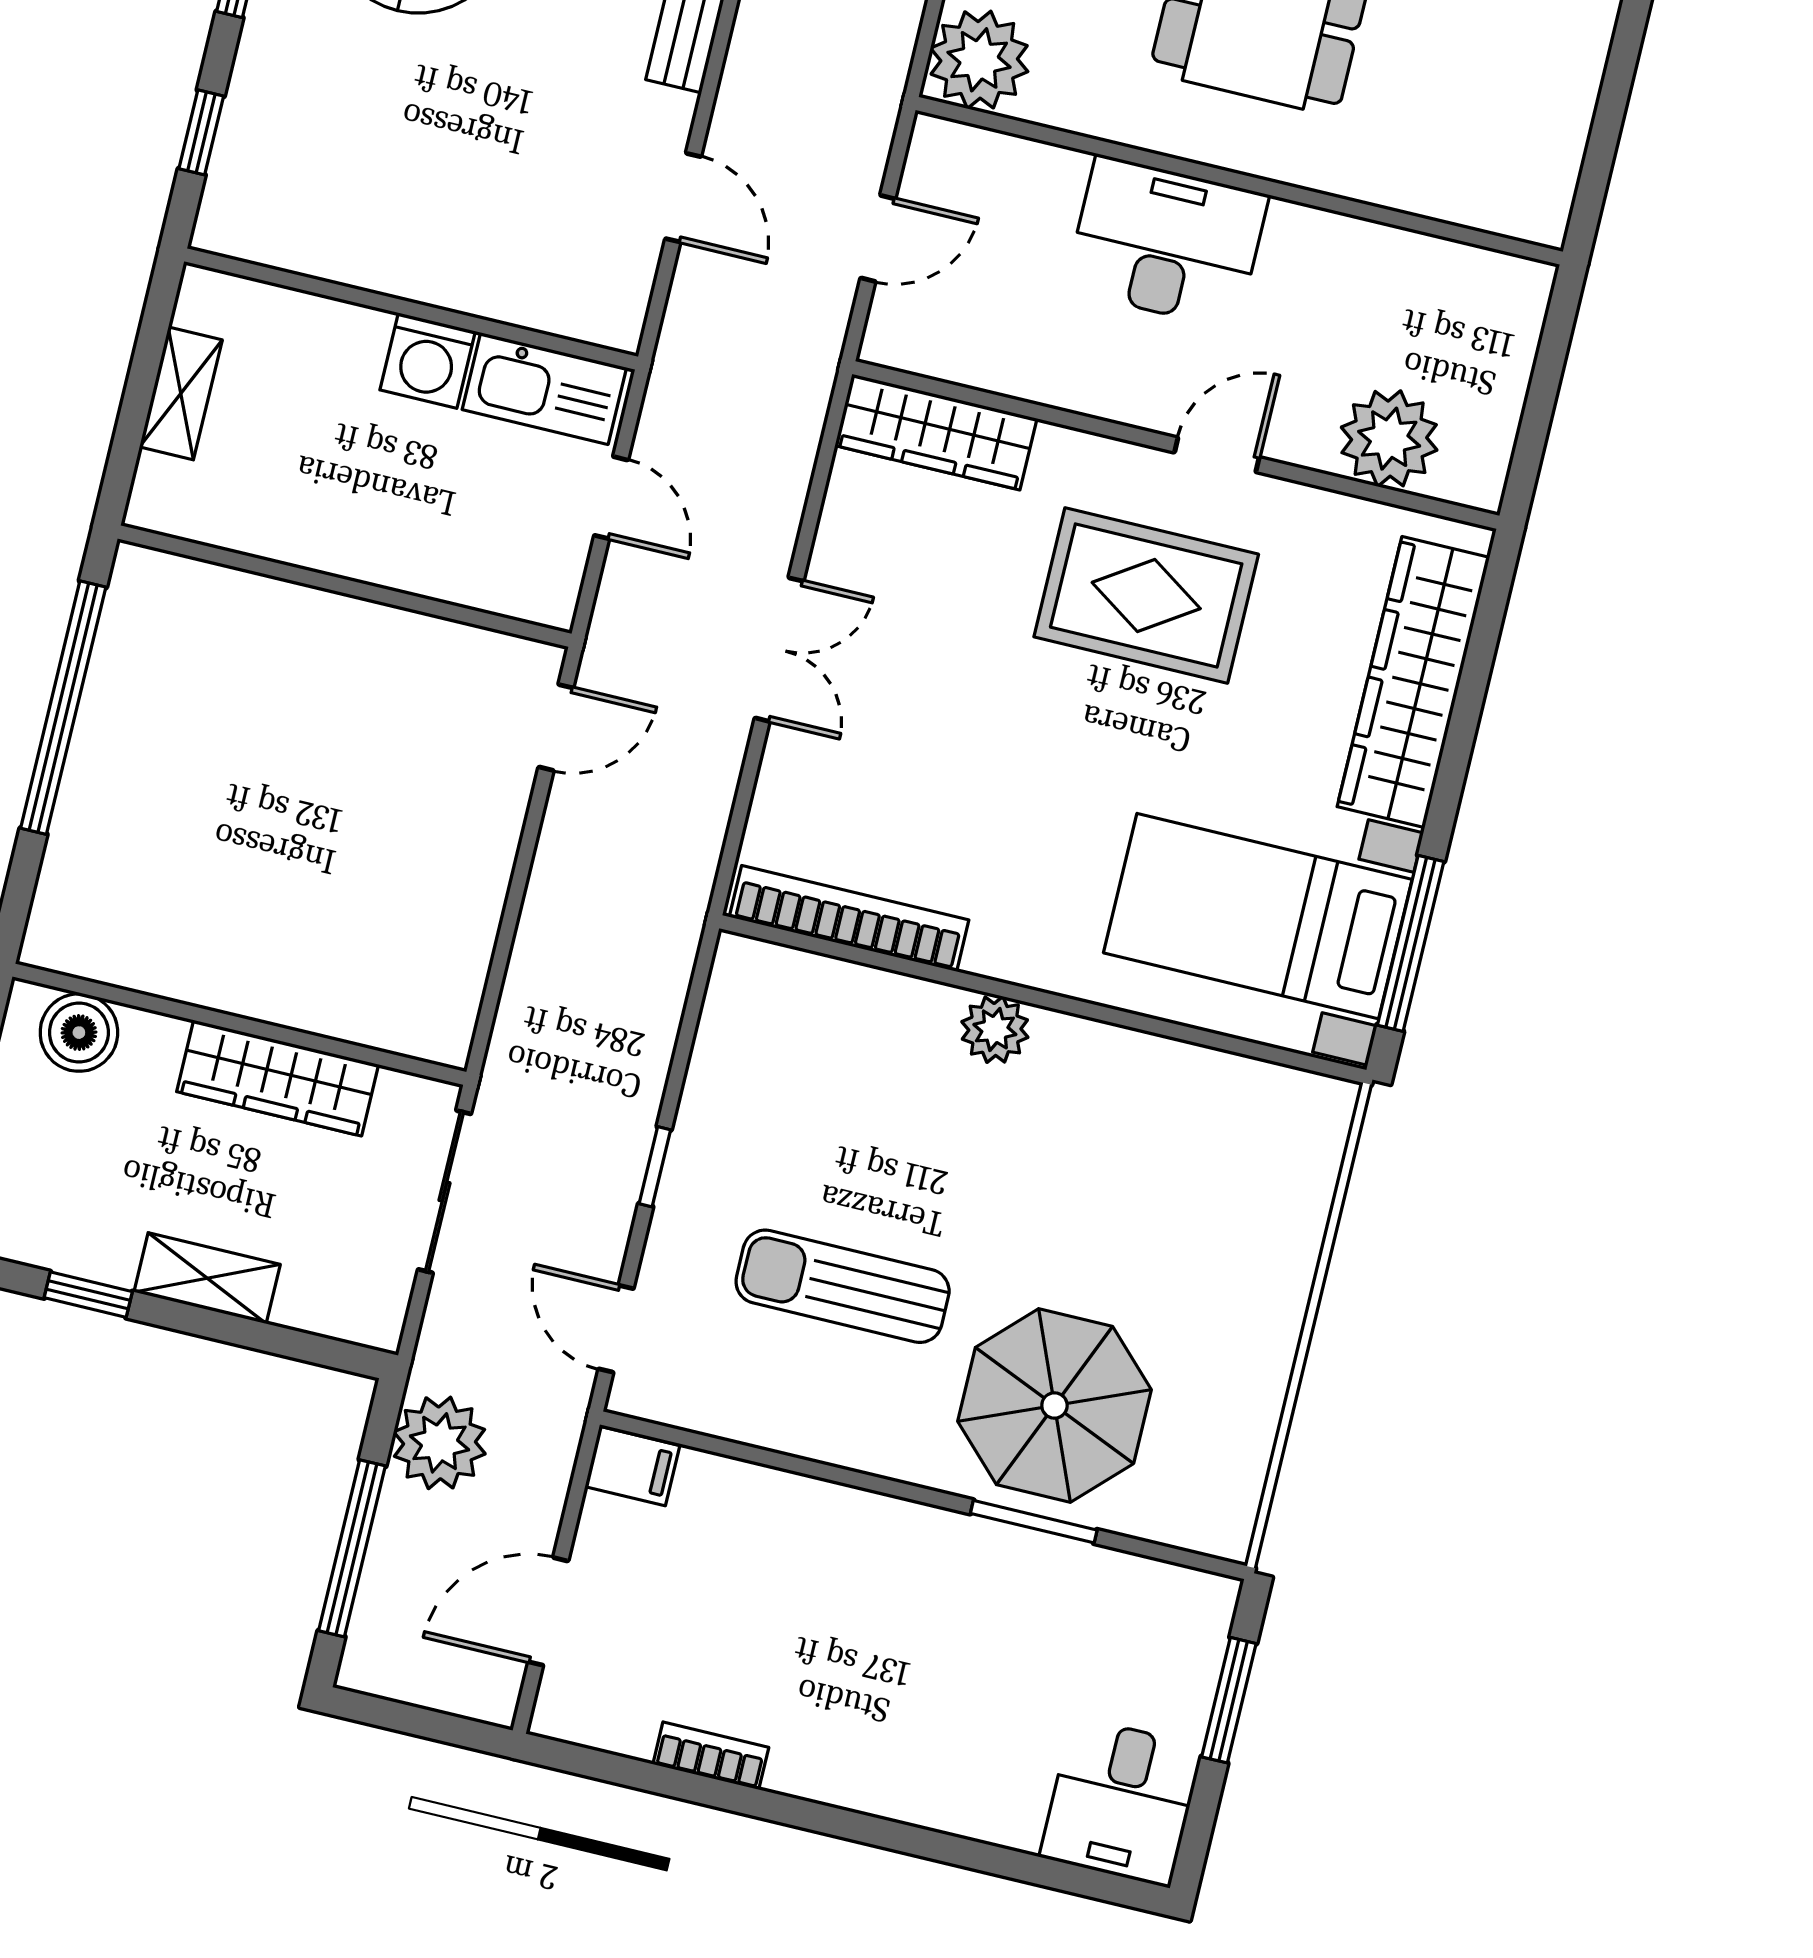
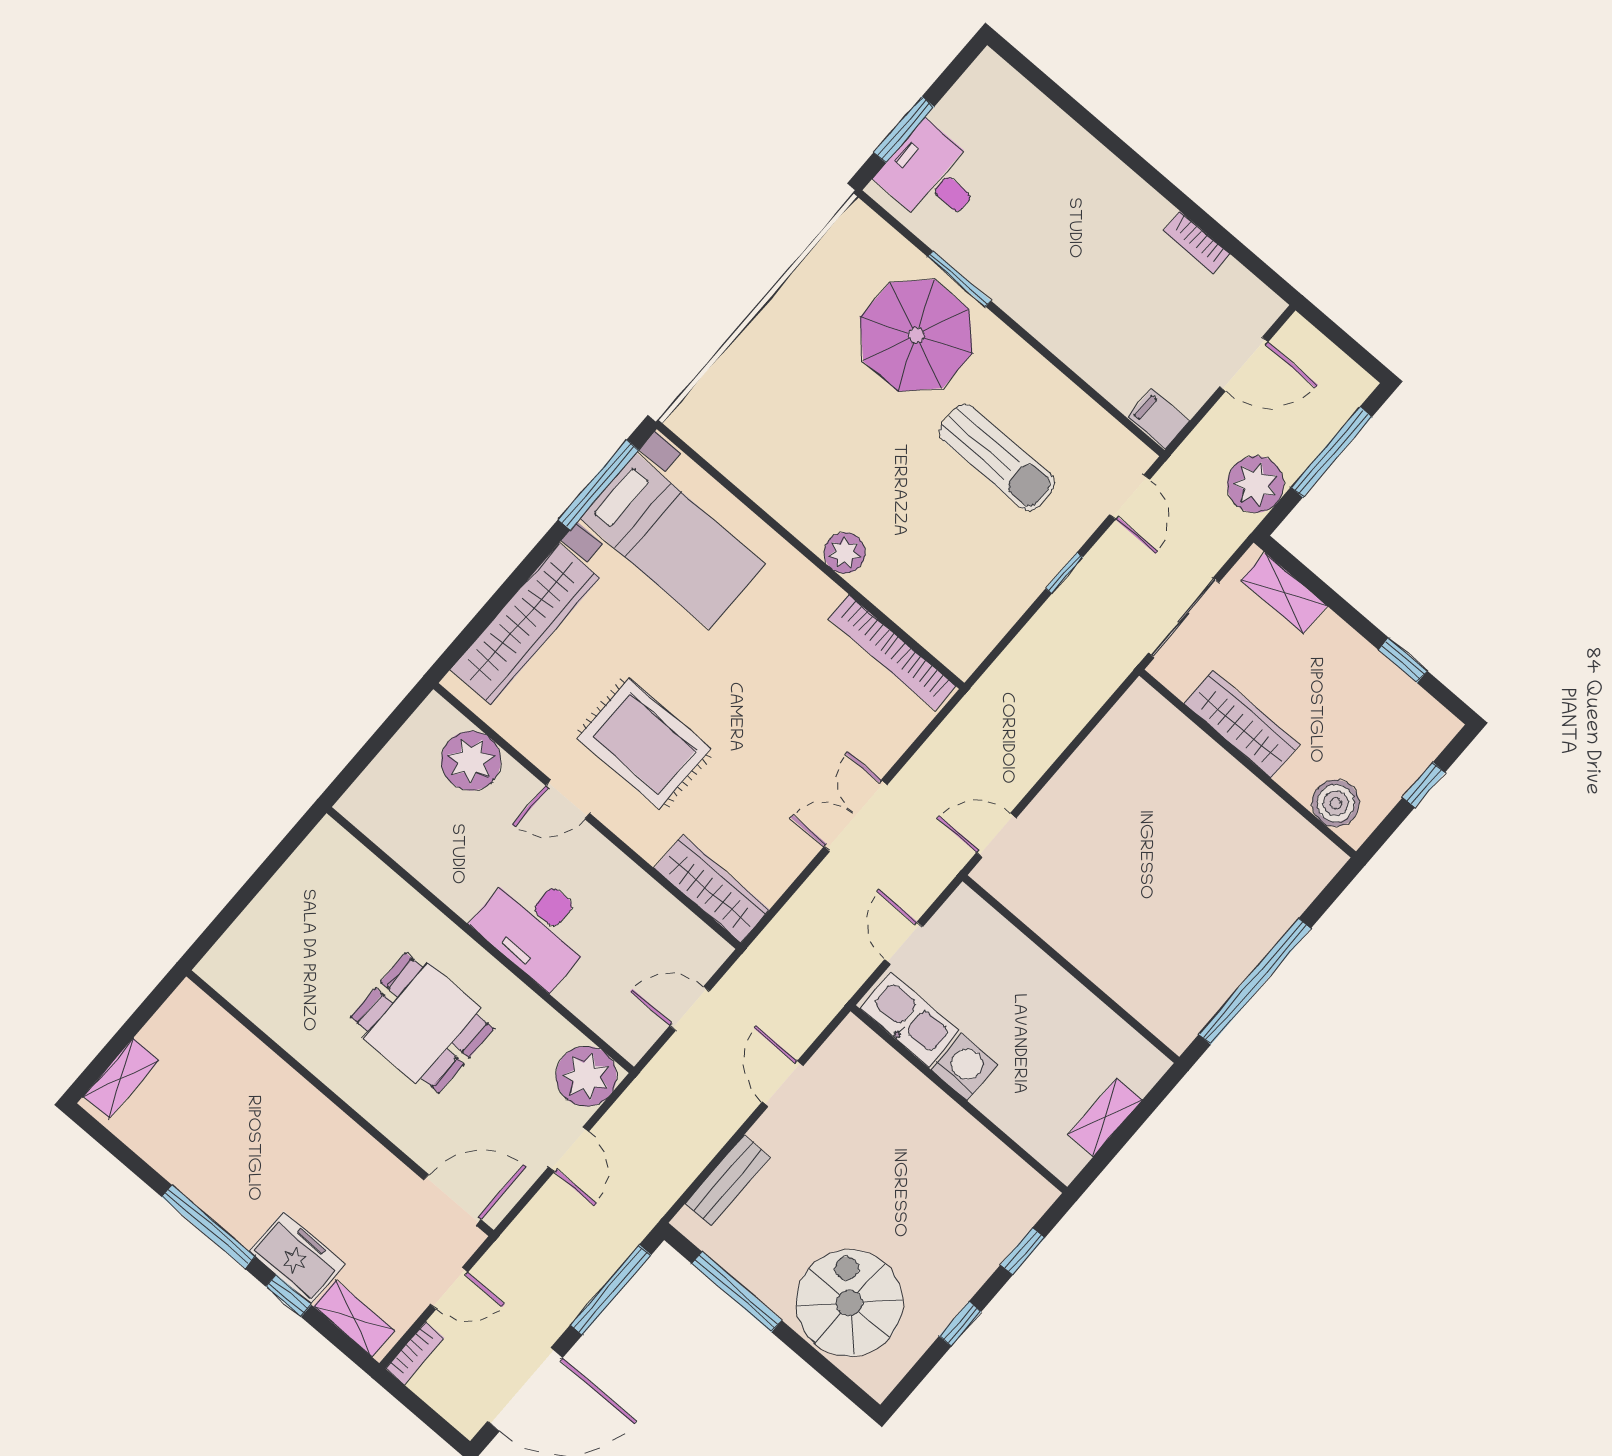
shelving: (207, 1278) -> (1284, 593), moved
desk: (1121, 1802) -> (932, 176), moved, turned -90

